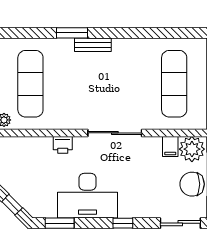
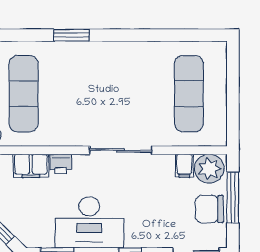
bench: (93, 45) -> (95, 49), removed
filing cabinet: (37, 147) -> (31, 166), added

